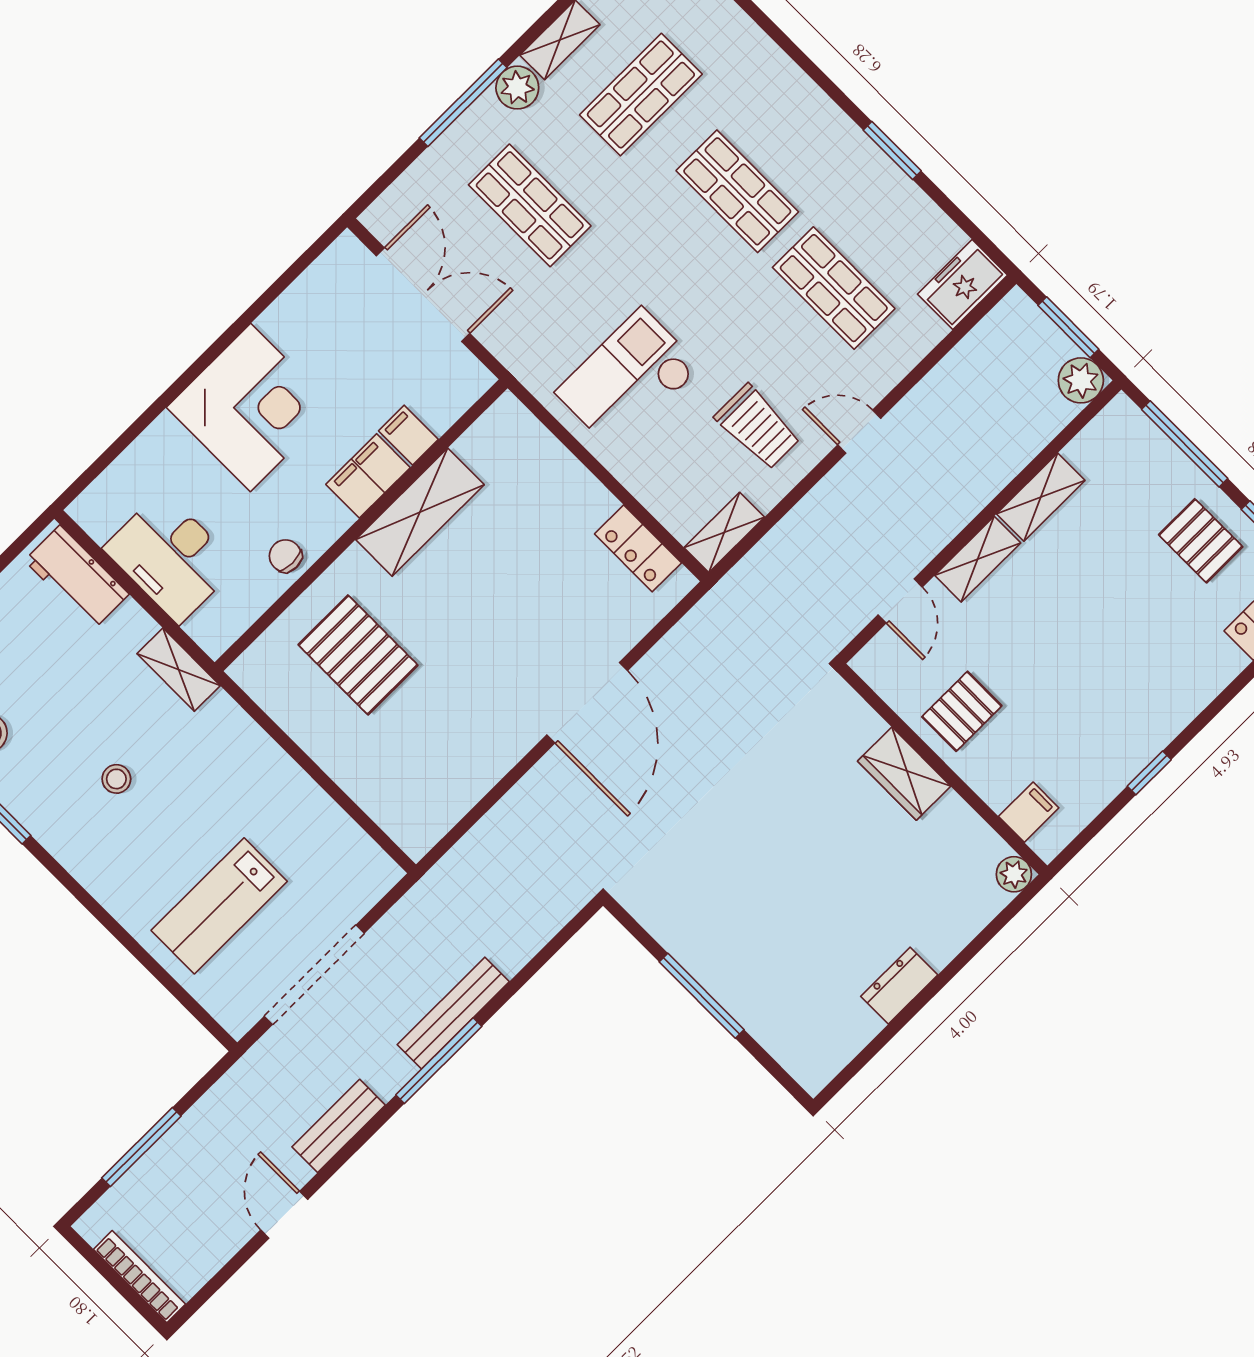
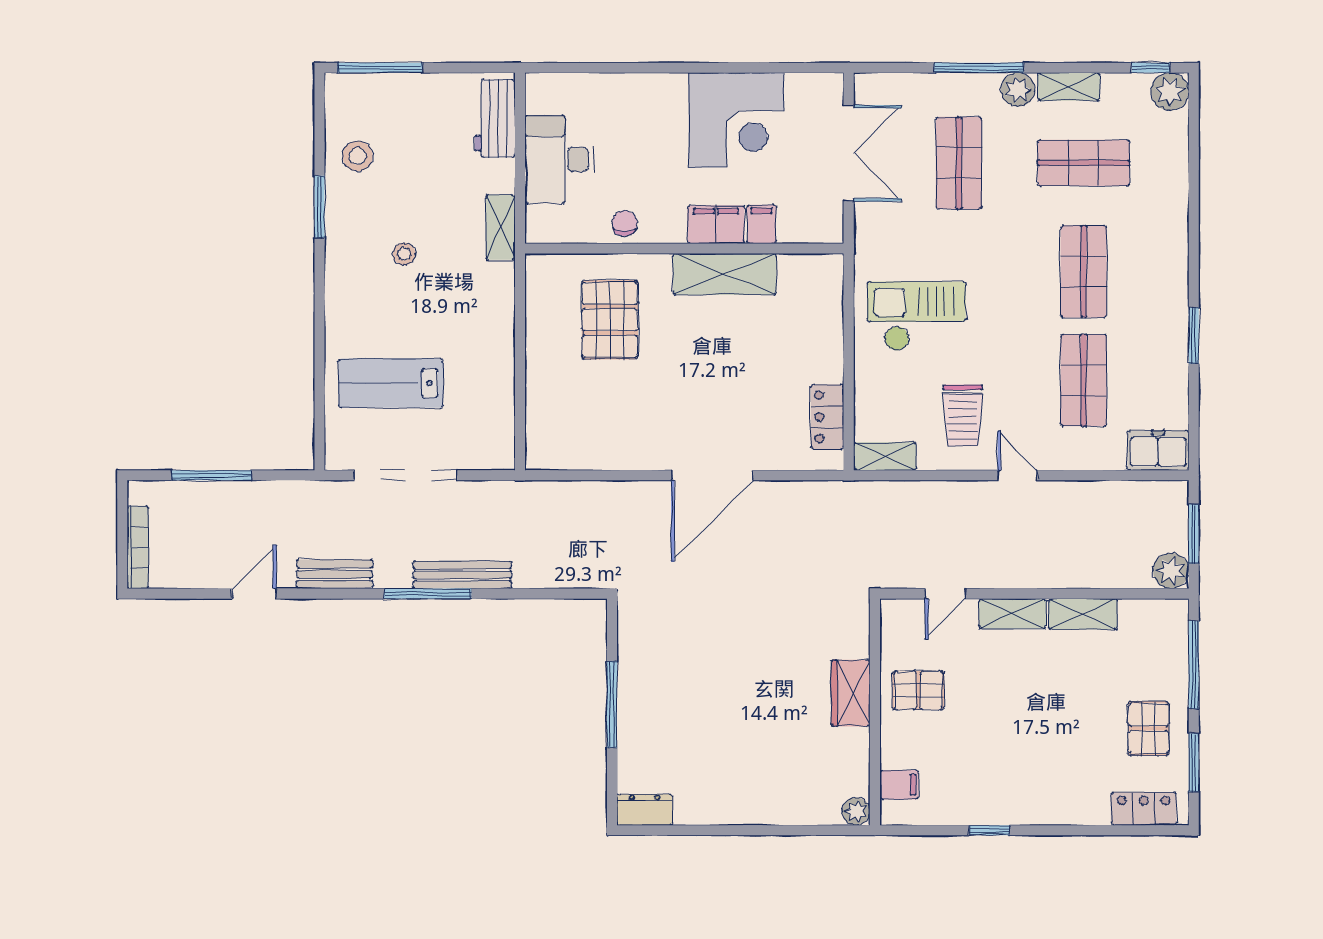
corner desk: (250, 408) -> (736, 120), moved
dresser: (899, 986) -> (645, 810), moved

